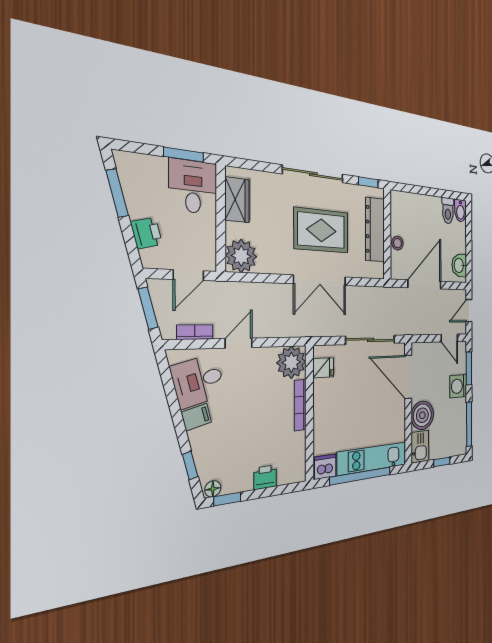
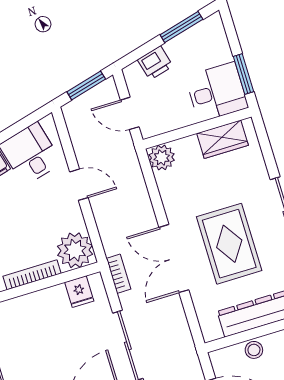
plant: (241, 256) -> (162, 157), width x0.73, depth x0.73
bookcase: (195, 332) -> (119, 274), moved

